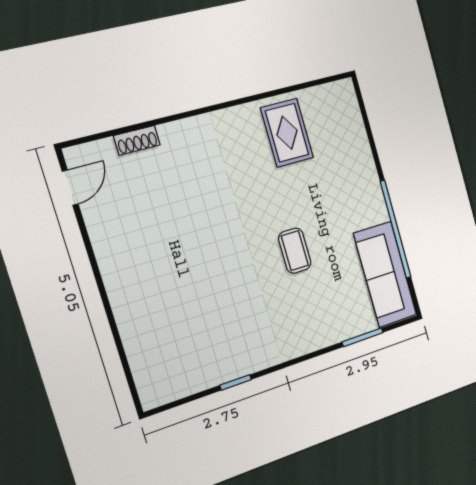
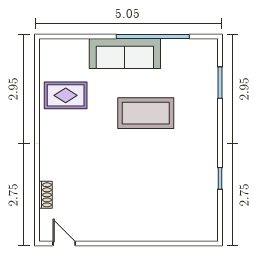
coffee table: (295, 251) -> (146, 113), width x1.86, depth x1.72
sofa: (385, 274) -> (125, 53), moved

